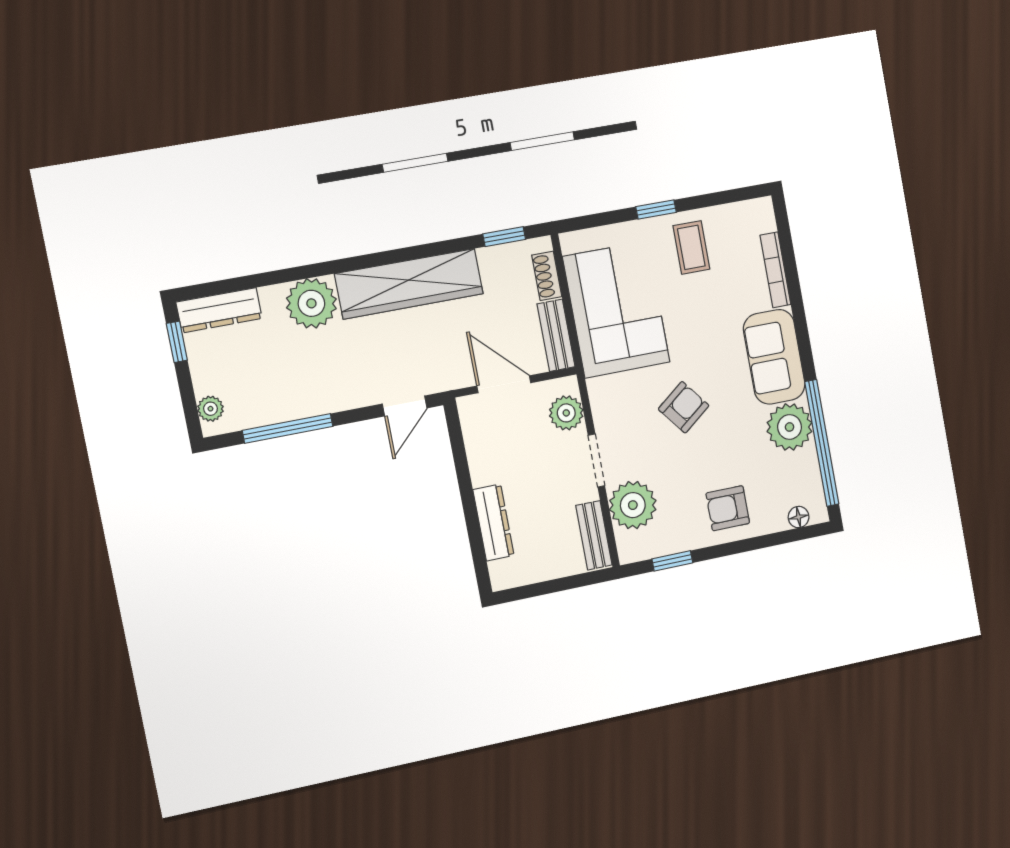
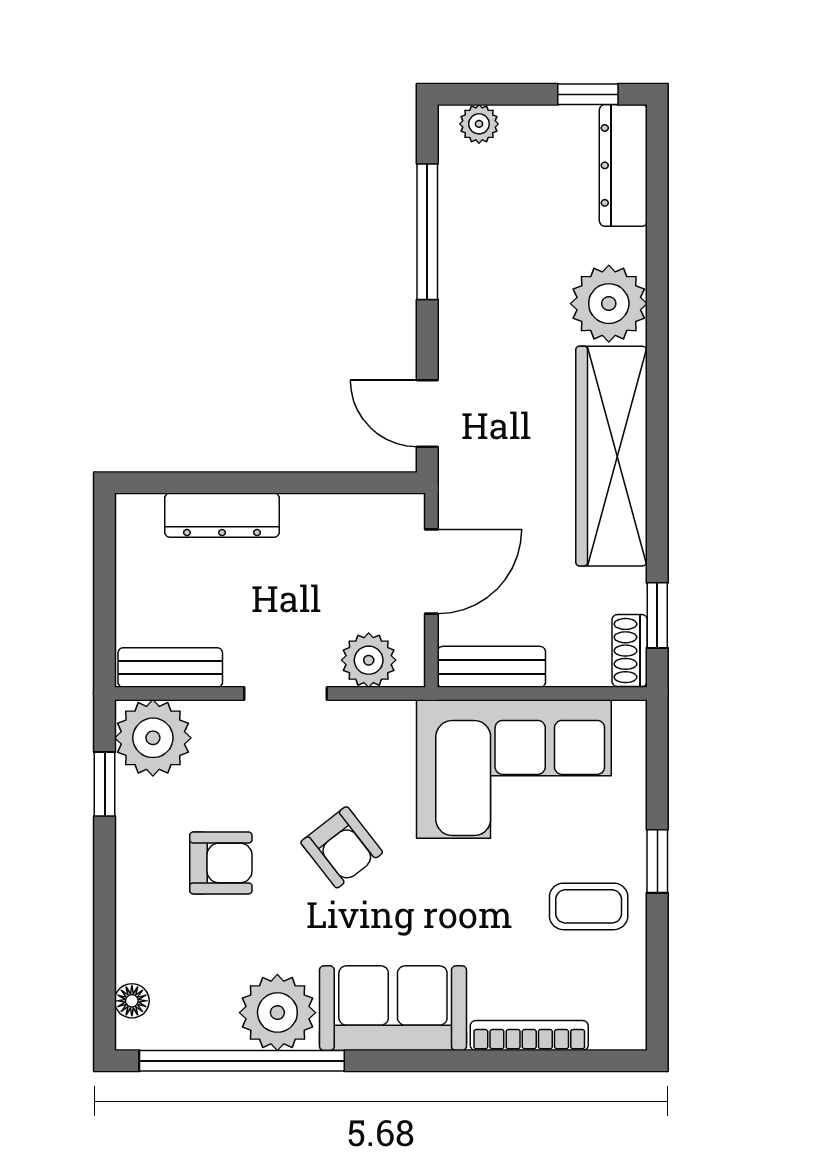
shoe rack: (547, 276) -> (630, 651), moved, turned -90
plant: (633, 505) -> (153, 738), moved
armchair: (728, 508) -> (221, 863), moved, turned 90

